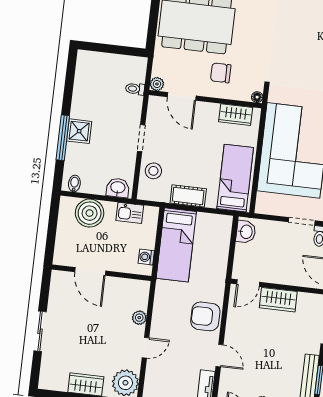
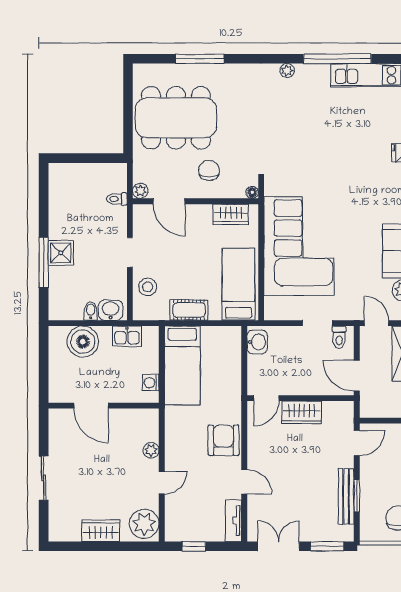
chair: (221, 73) -> (209, 170), turned 90
bidet: (74, 183) -> (91, 311), moved
armchair: (205, 316) -> (224, 440), turned 90

